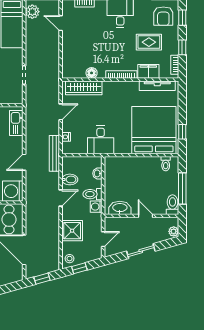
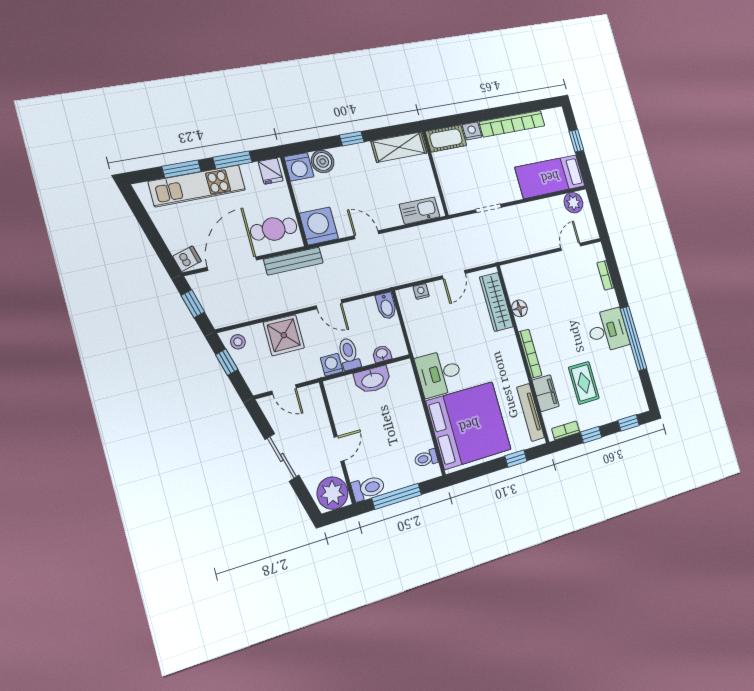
armchair: (163, 16) -> (622, 394), removed
door: (61, 112) -> (454, 275), hinge flipped
window: (182, 132) -> (516, 459), moved
desk: (101, 140) -> (439, 373), moved
bench: (54, 153) -> (293, 261), moved
bidet: (70, 179) -> (386, 306), moved
washbasin: (120, 208) -> (372, 380), moved, turned 90
plant: (174, 231) -> (332, 493), width x1.88, depth x1.88
dishwasher: (16, 275) -> (187, 259), added

